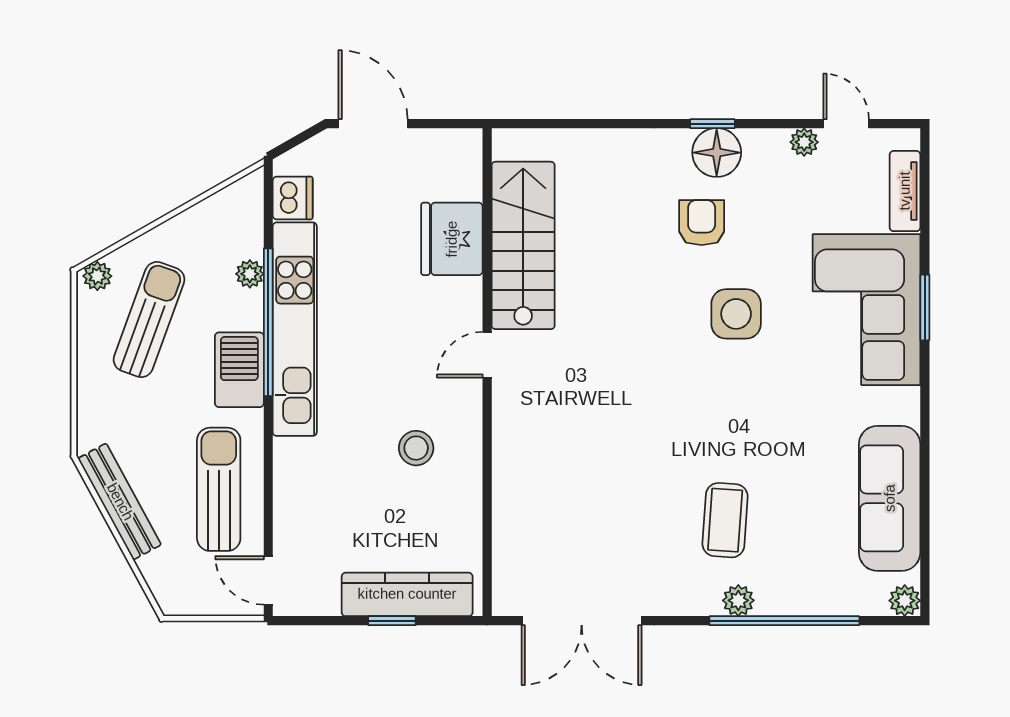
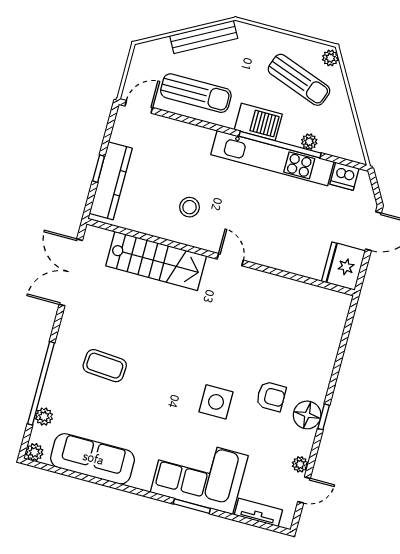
fridge: (452, 239) -> (343, 266), moved, turned -90
stairs: (523, 245) -> (156, 261), moved
plant: (738, 600) -> (44, 417), moved

